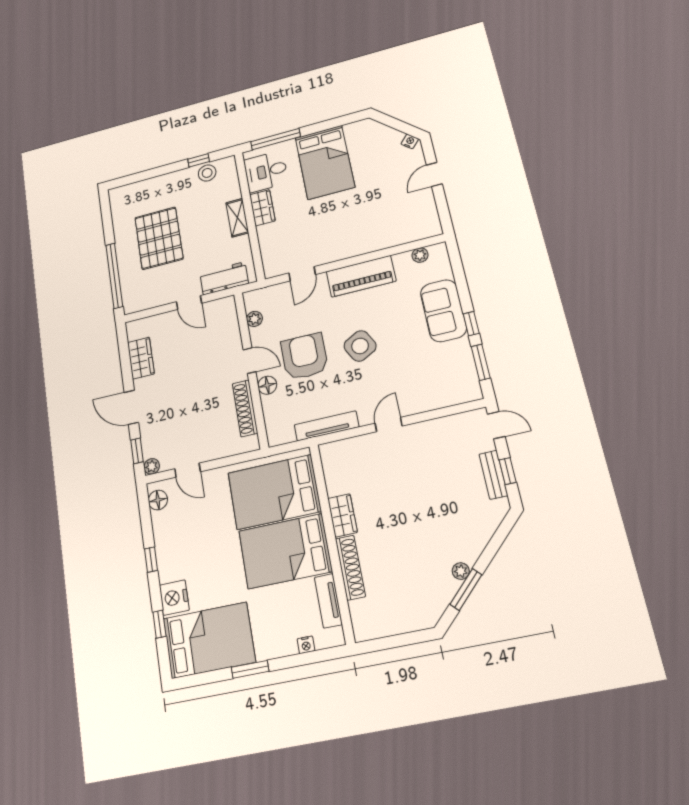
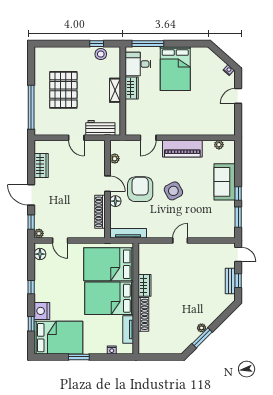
tv unit: (326, 426) -> (128, 233), moved

